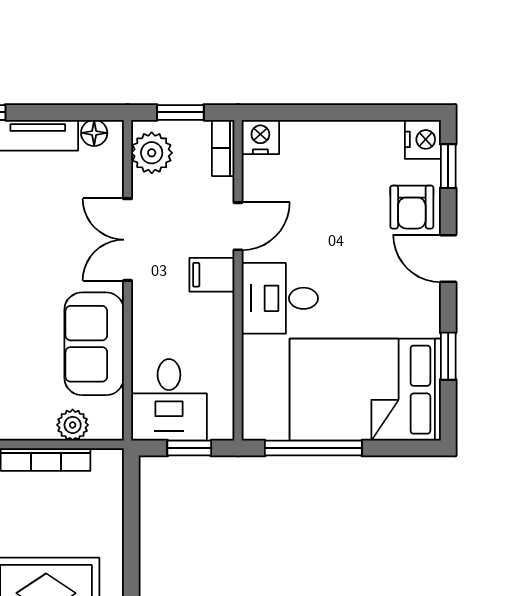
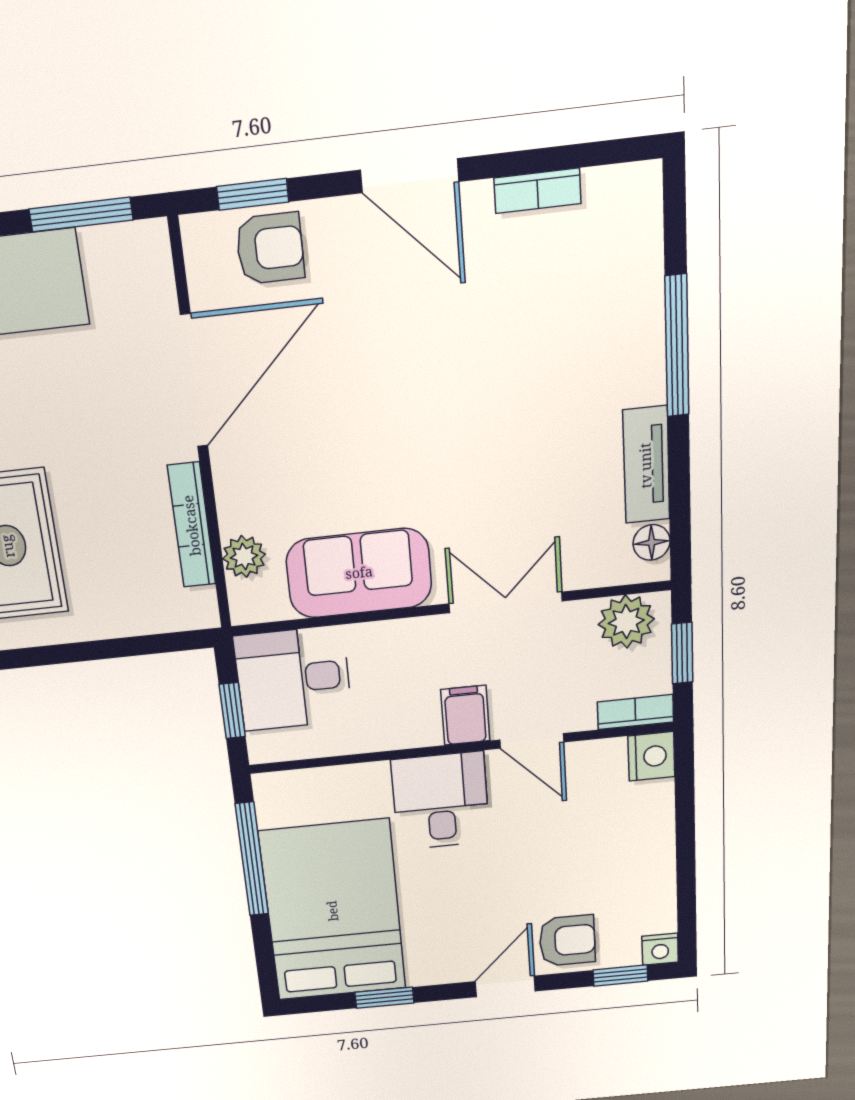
nightstand: (423, 139) -> (660, 949), width x0.72, depth x0.74
armchair: (412, 207) -> (567, 941), turned 180

